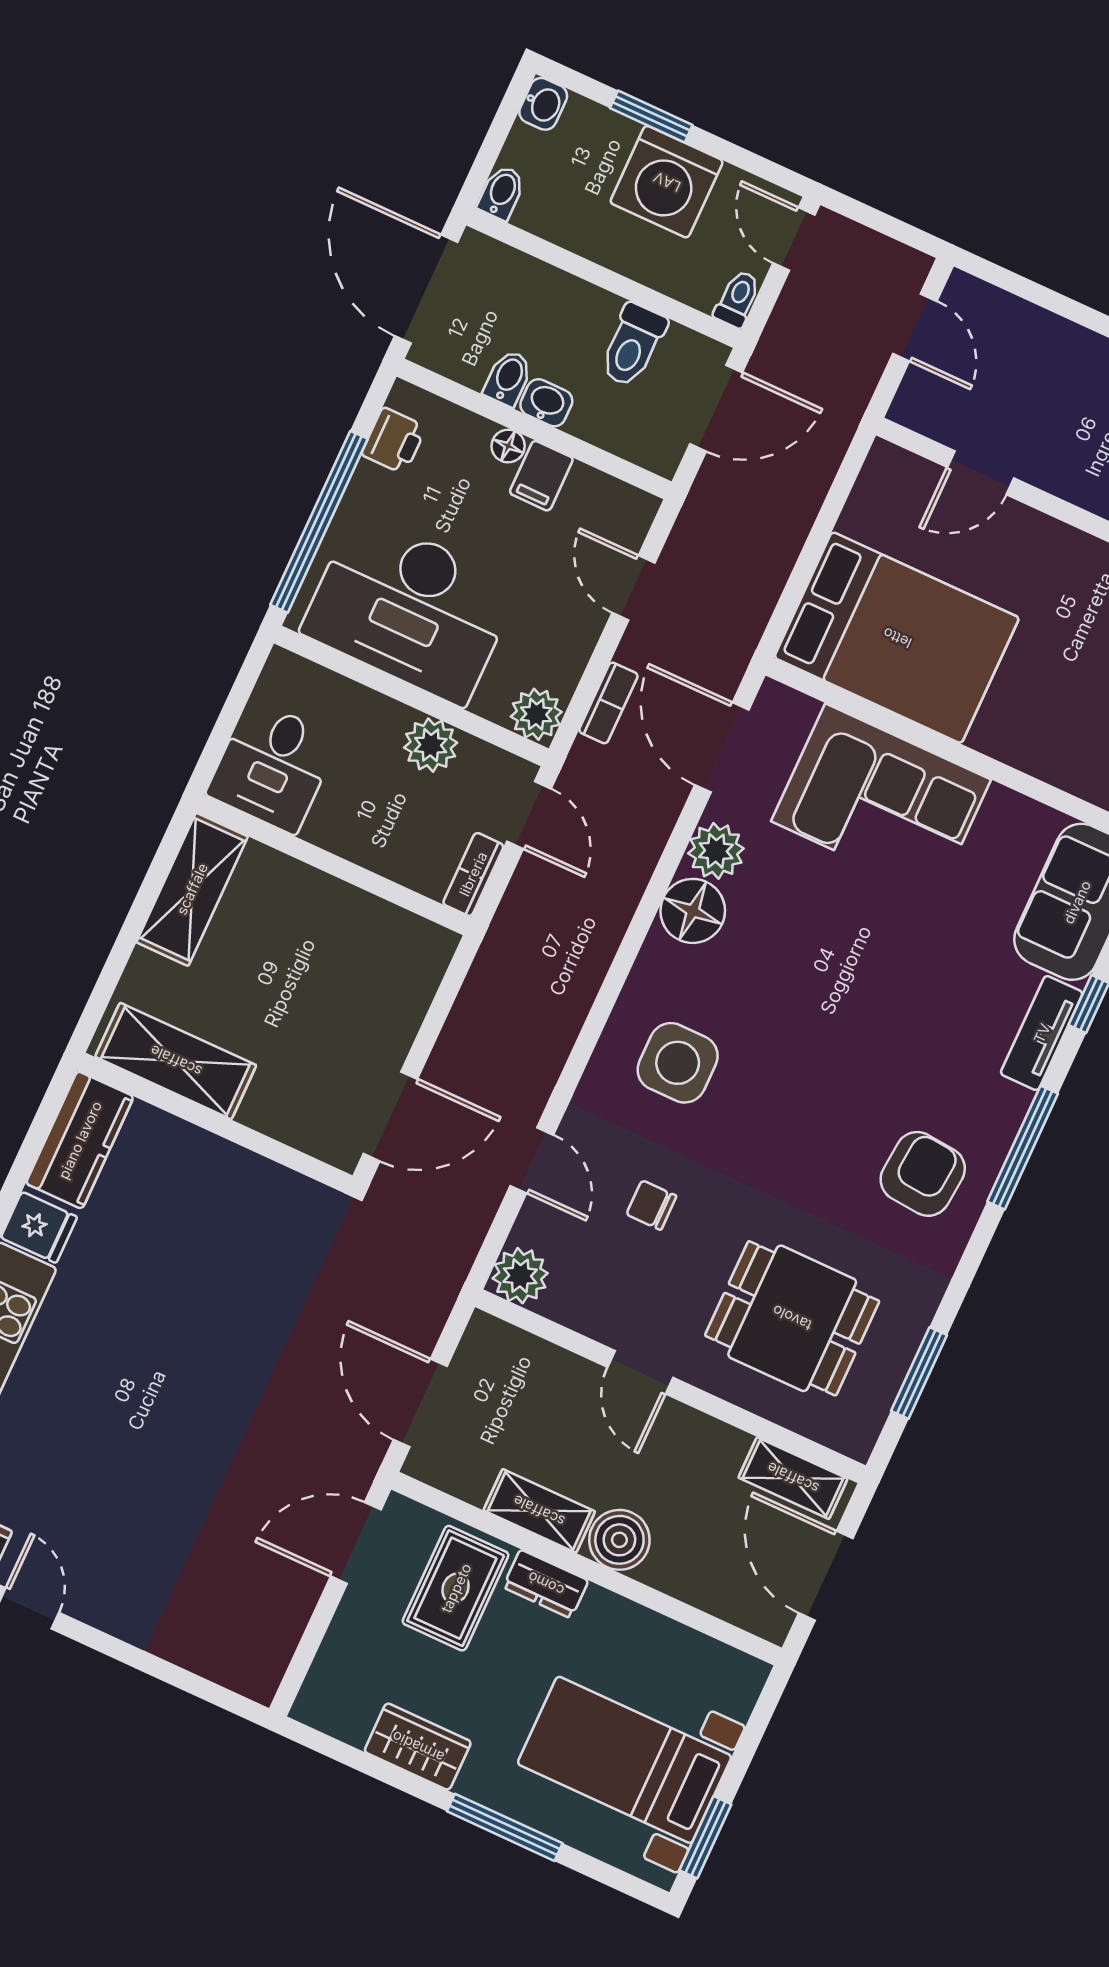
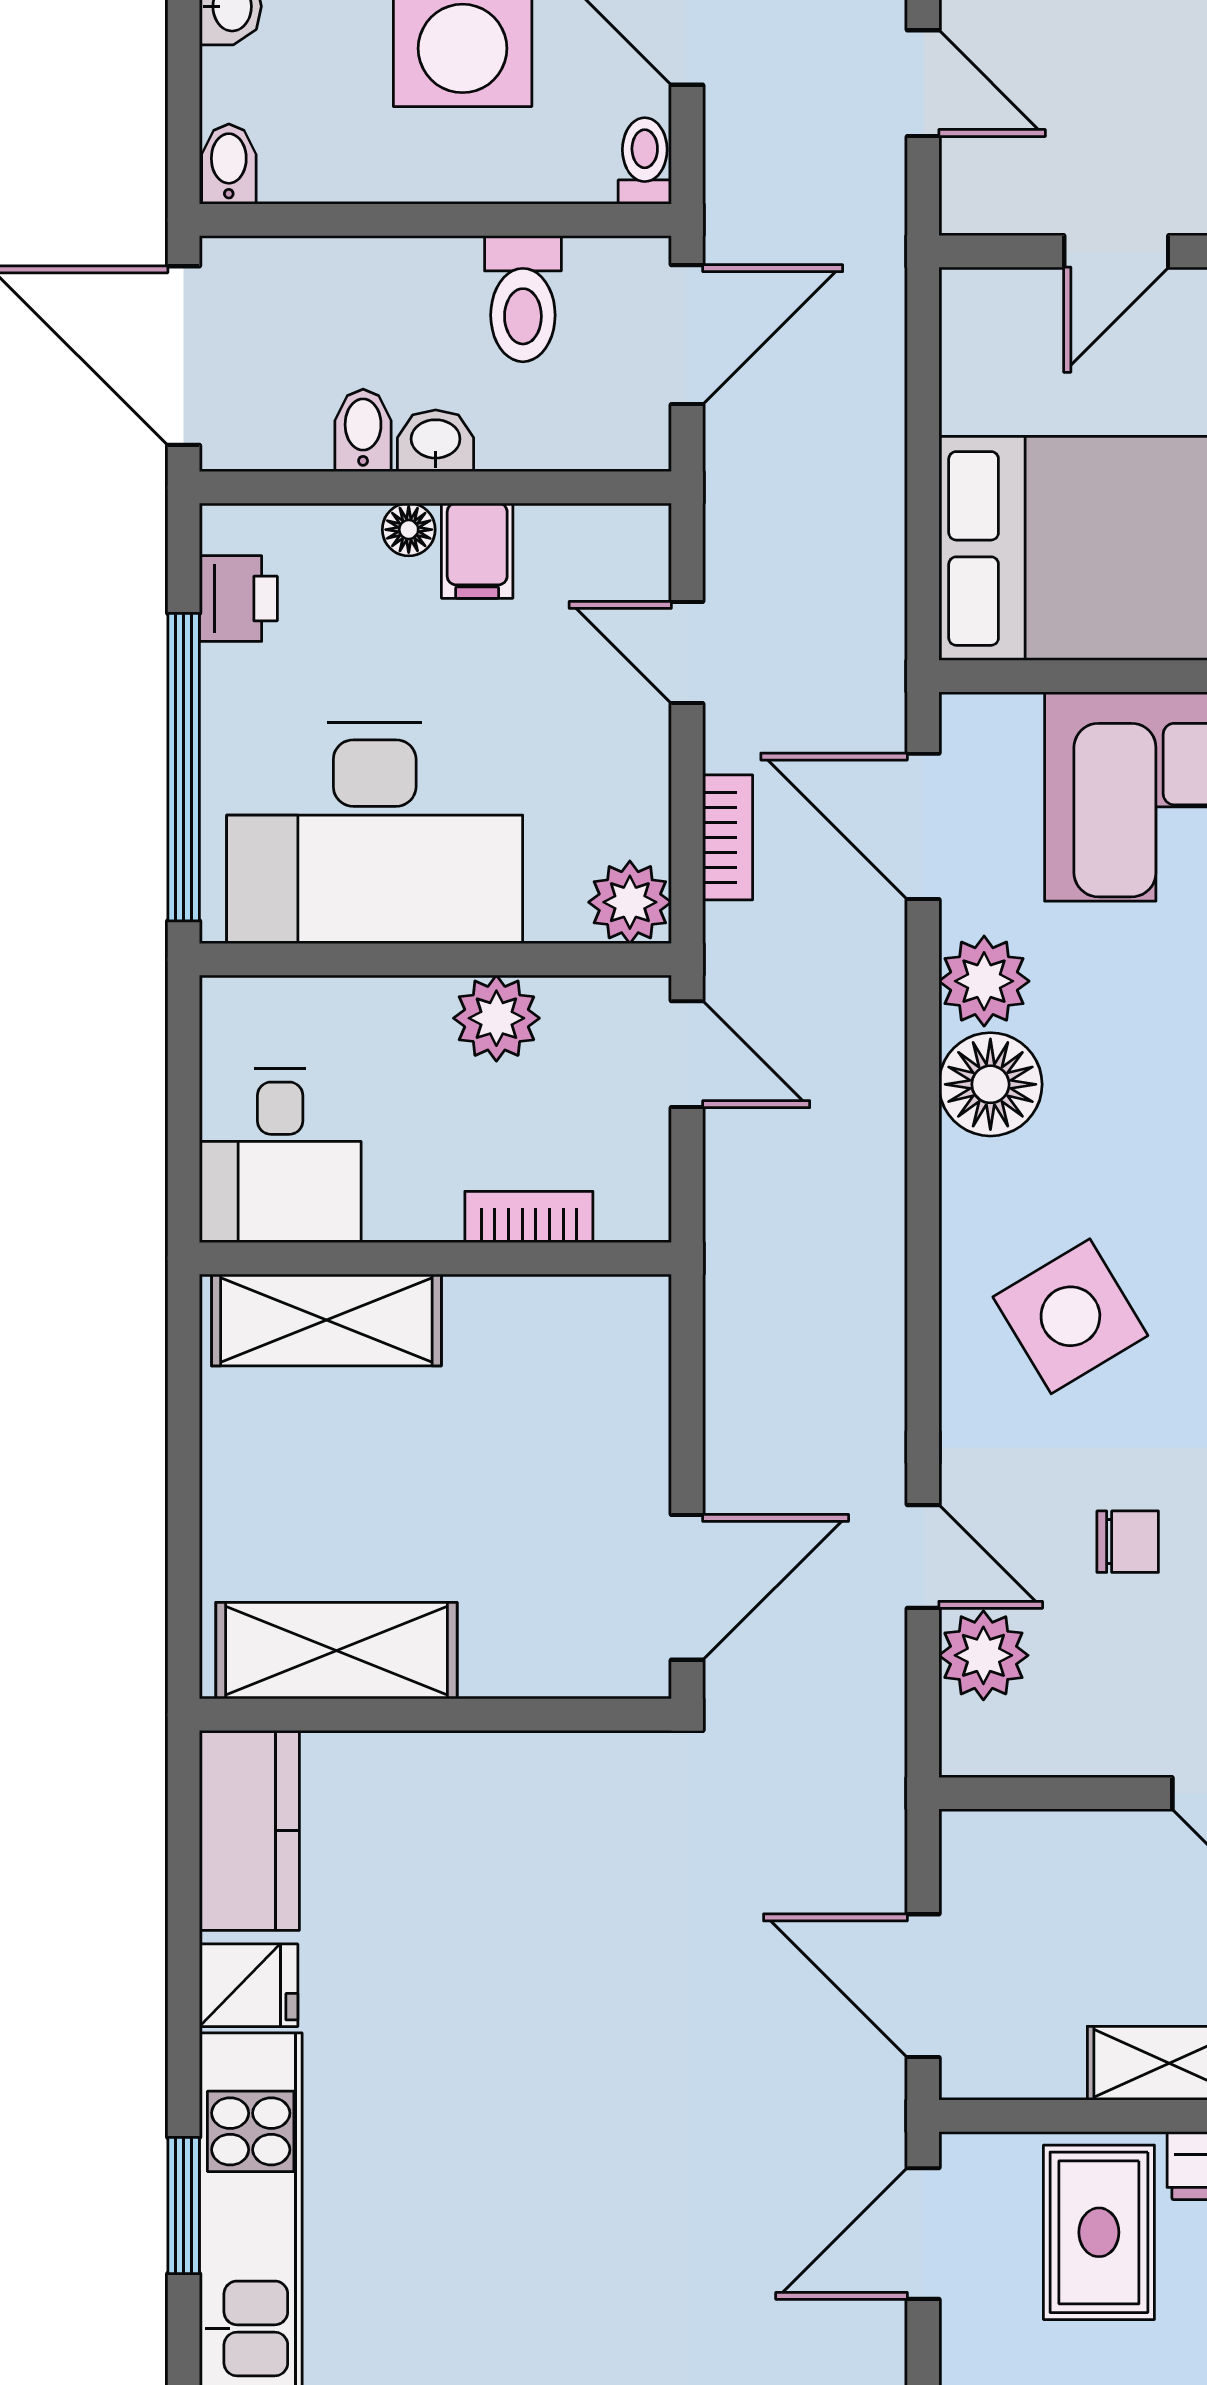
bookcase: (473, 874) -> (529, 1217), moved, turned 90
shelving: (192, 889) -> (326, 1320), moved, turned 90
side table: (678, 1063) -> (1070, 1316), turned -31
chair: (651, 1205) -> (1128, 1542), turned 180
plant: (520, 1276) -> (983, 1655), moved

